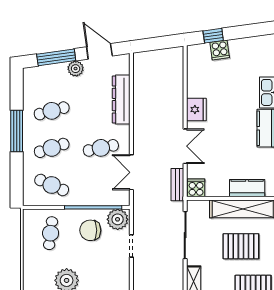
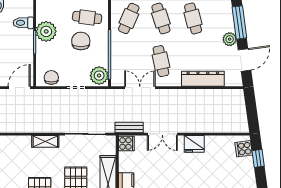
cooker: (220, 50) -> (244, 149), moved
chair: (90, 230) -> (81, 41), moved
chair: (120, 275) -> (51, 77), added

